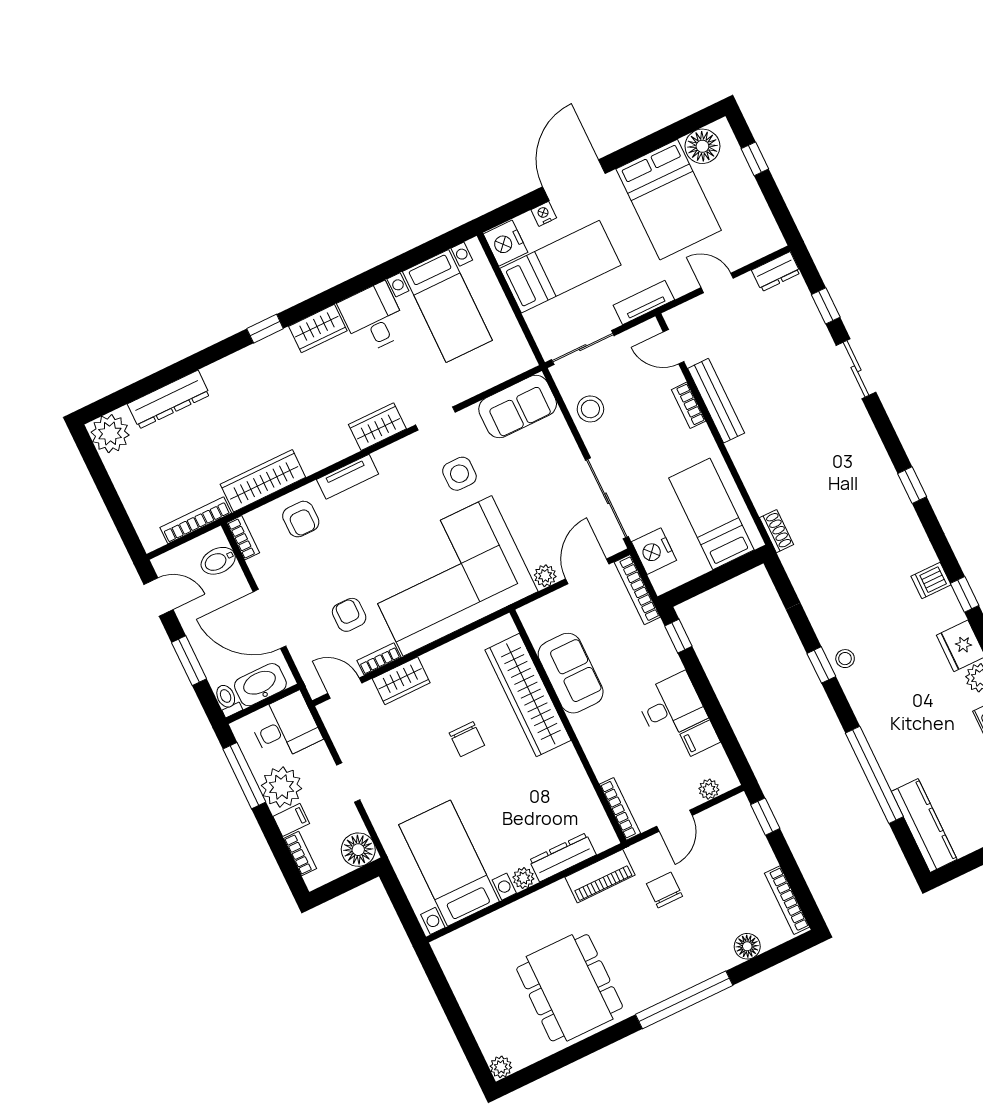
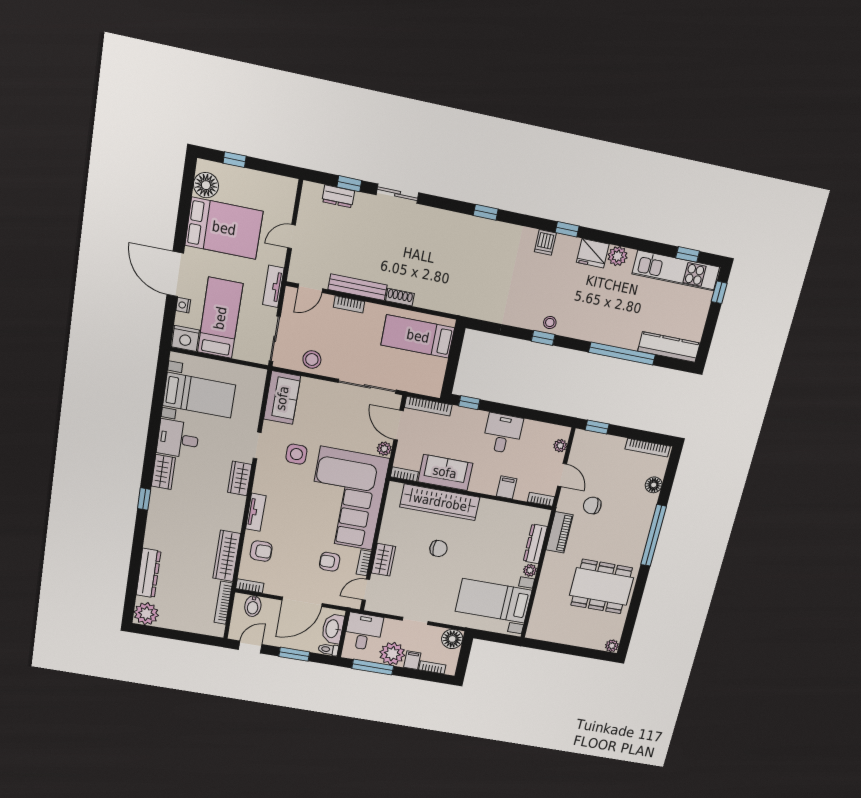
dresser: (776, 272) -> (338, 196), moved, turned 90
shoe rack: (776, 531) -> (400, 297), moved
nightstand: (654, 551) -> (414, 382), removed
bookcase: (531, 624) -> (404, 474), added
filing cabinet: (700, 738) -> (507, 487), moved, turned 180
bookcase: (620, 809) -> (541, 499), width x0.64

